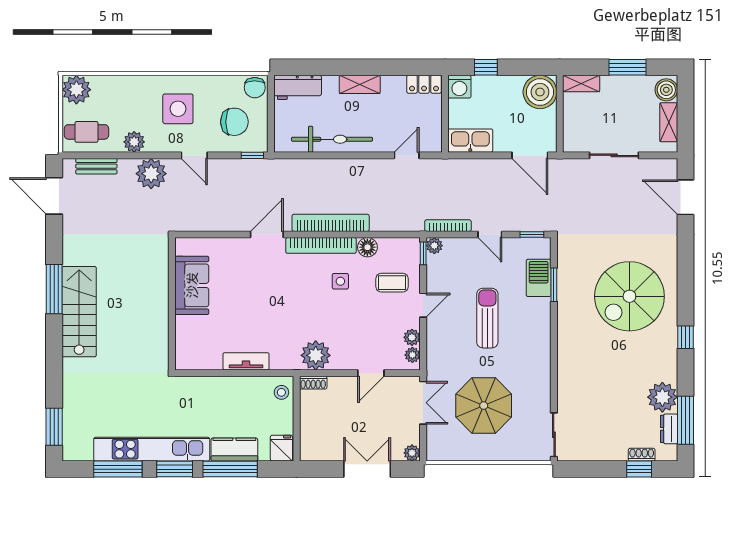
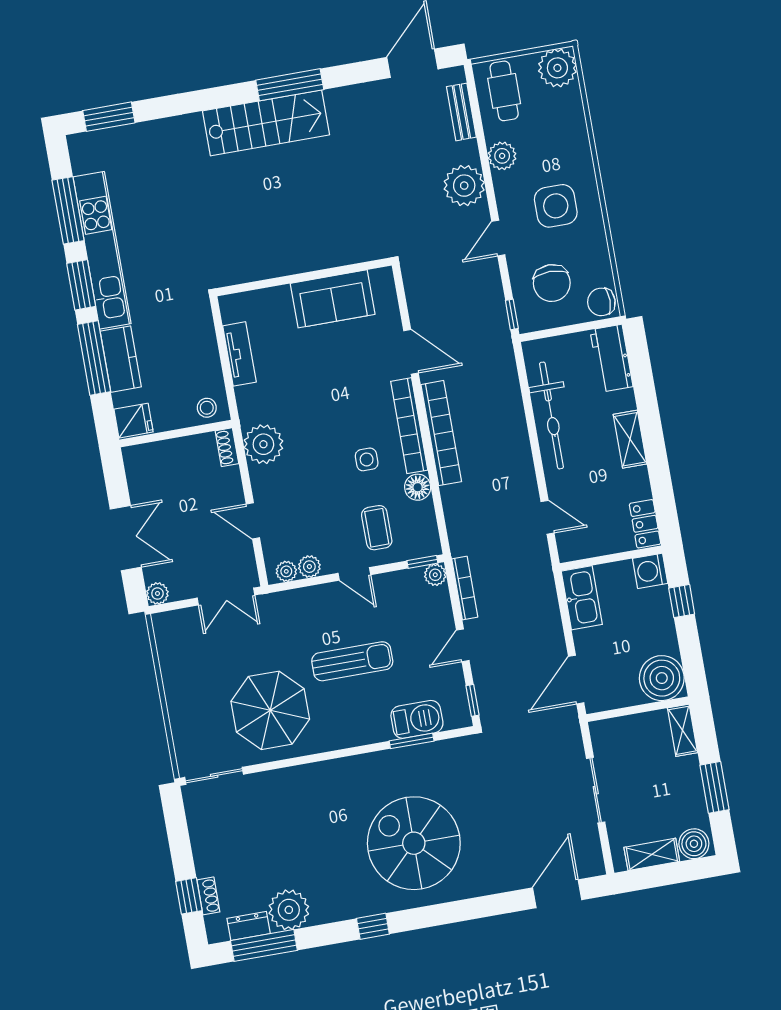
sofa: (192, 285) -> (333, 299), moved
wall: (172, 304) -> (304, 277), moved
parasol: (484, 406) -> (270, 710), moved

